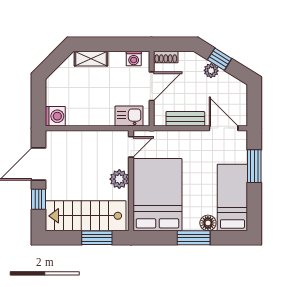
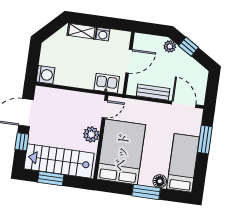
shoe rack: (166, 57) -> (144, 39), removed
washing machine: (134, 59) -> (103, 34), moved
plant: (211, 71) -> (170, 46), moved
window: (97, 238) -> (51, 178), moved

